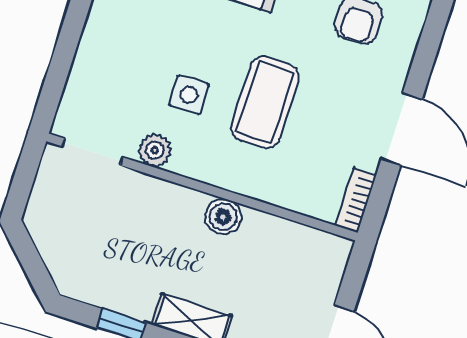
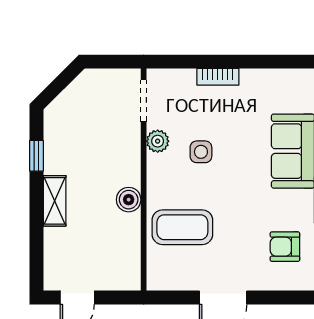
coffee table: (265, 102) -> (182, 227), moved
bookcase: (356, 200) -> (218, 77), moved, turned 180

